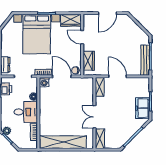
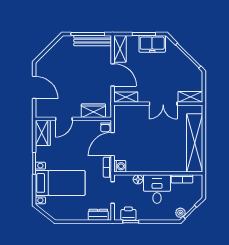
bed with nightstands: (37, 34) -> (60, 183), width x0.73
door: (118, 76) -> (113, 75), swing flipped
shelving: (138, 82) -> (120, 49), added

